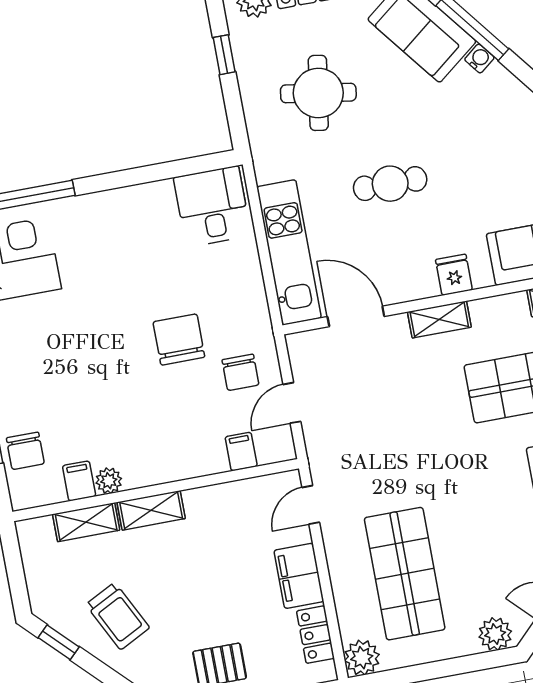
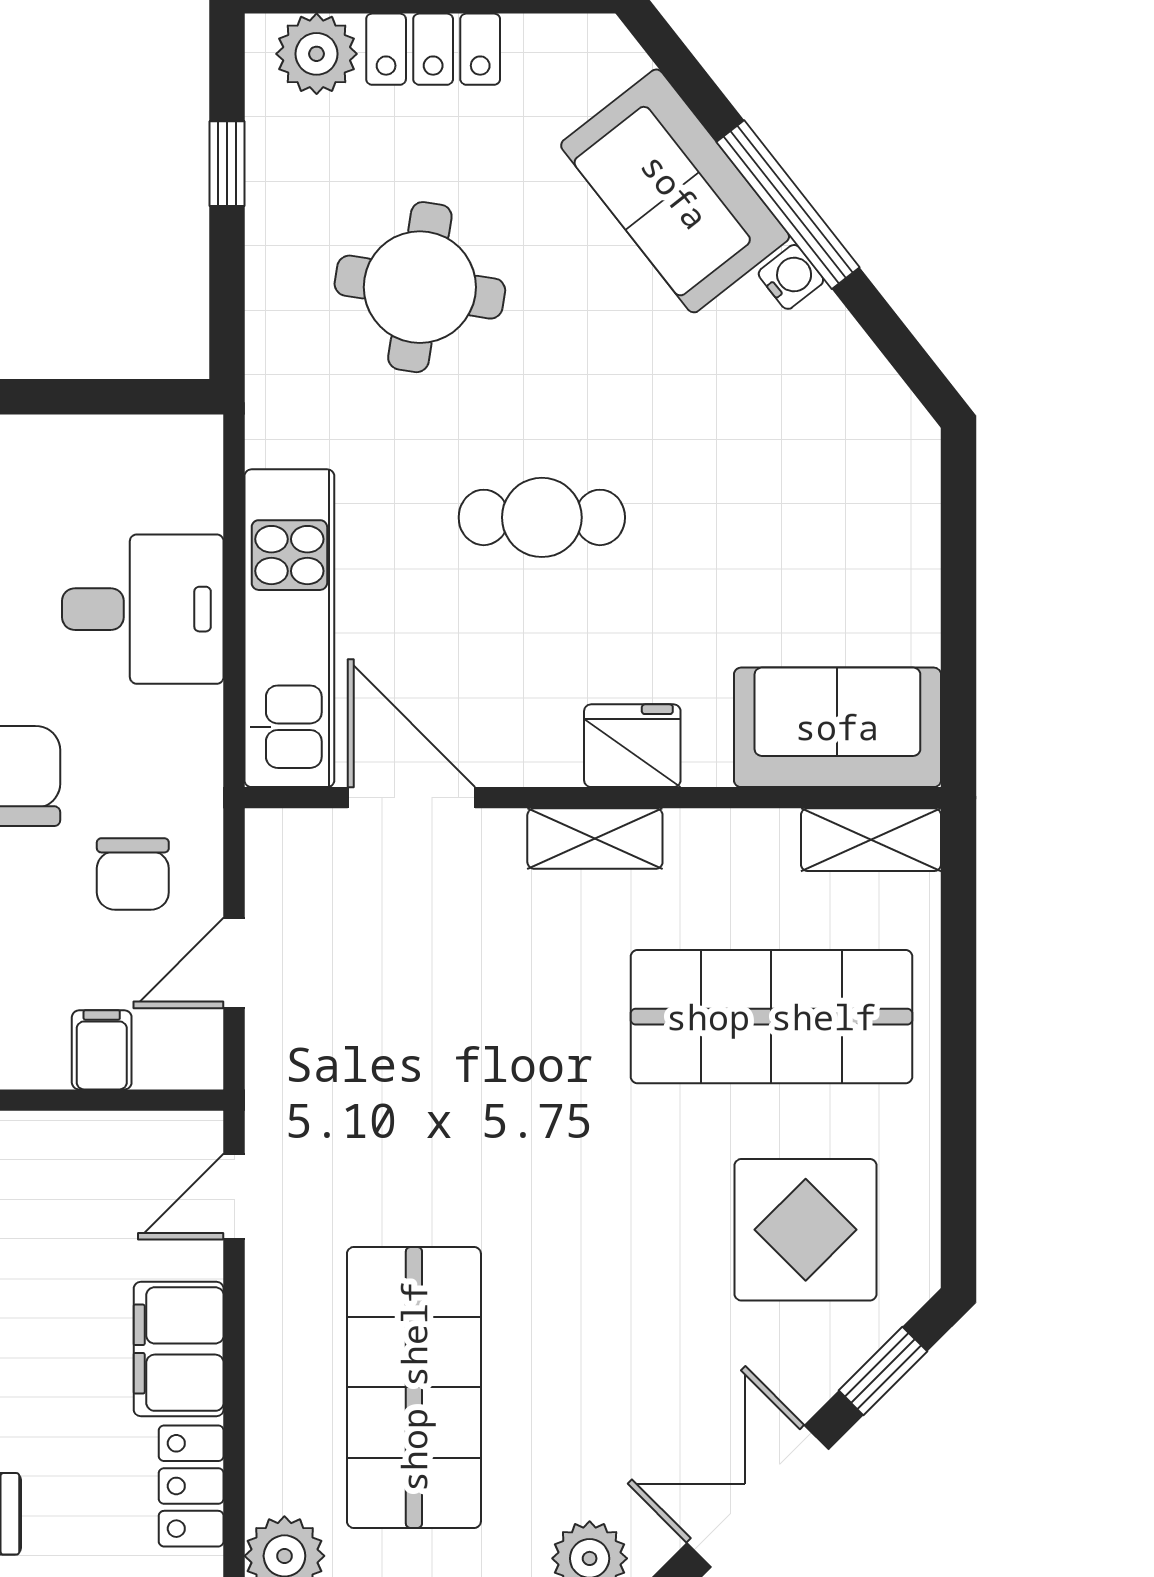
desk: (212, 206) -> (143, 609), moved, turned 90
fridge: (454, 275) -> (632, 746), width x1.38

